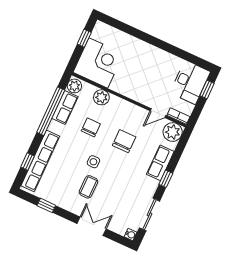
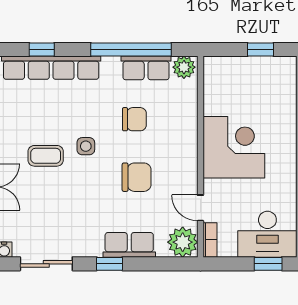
corner desk: (98, 63) -> (234, 147), moved, turned -90
plant: (101, 97) -> (186, 114), removed

